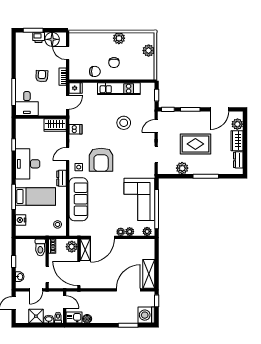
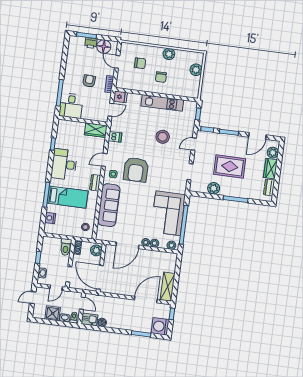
chair: (95, 71) -> (140, 63), moved
shelving: (85, 250) -> (109, 255), removed

